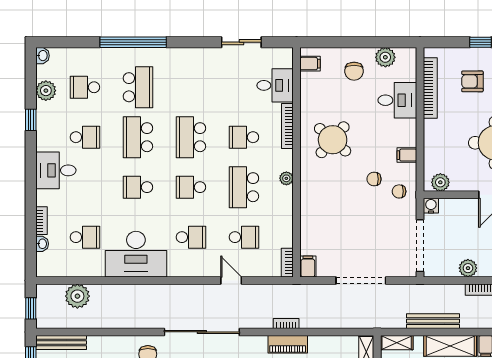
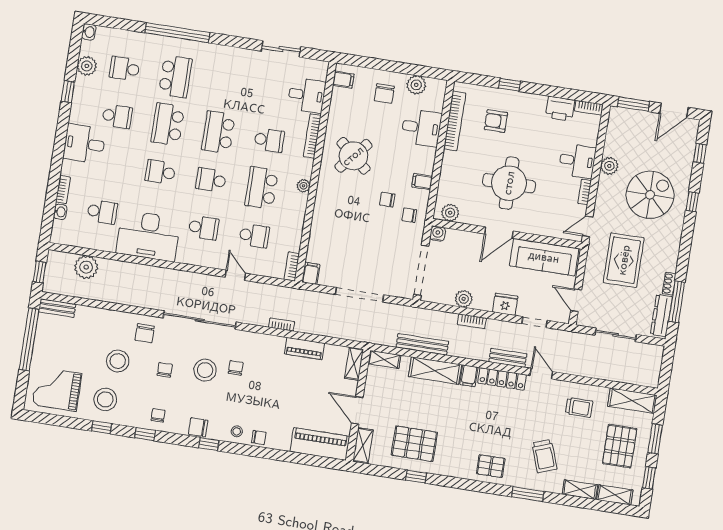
school desk: (244, 137) -> (269, 140), turned 180
bench: (61, 342) -> (57, 308), width x0.73
piano: (288, 344) -> (304, 348), moved

